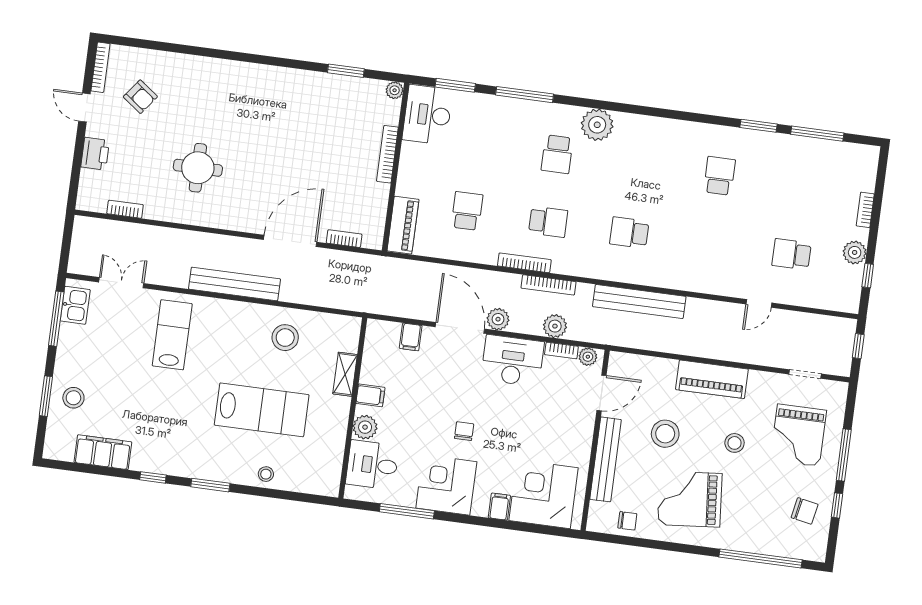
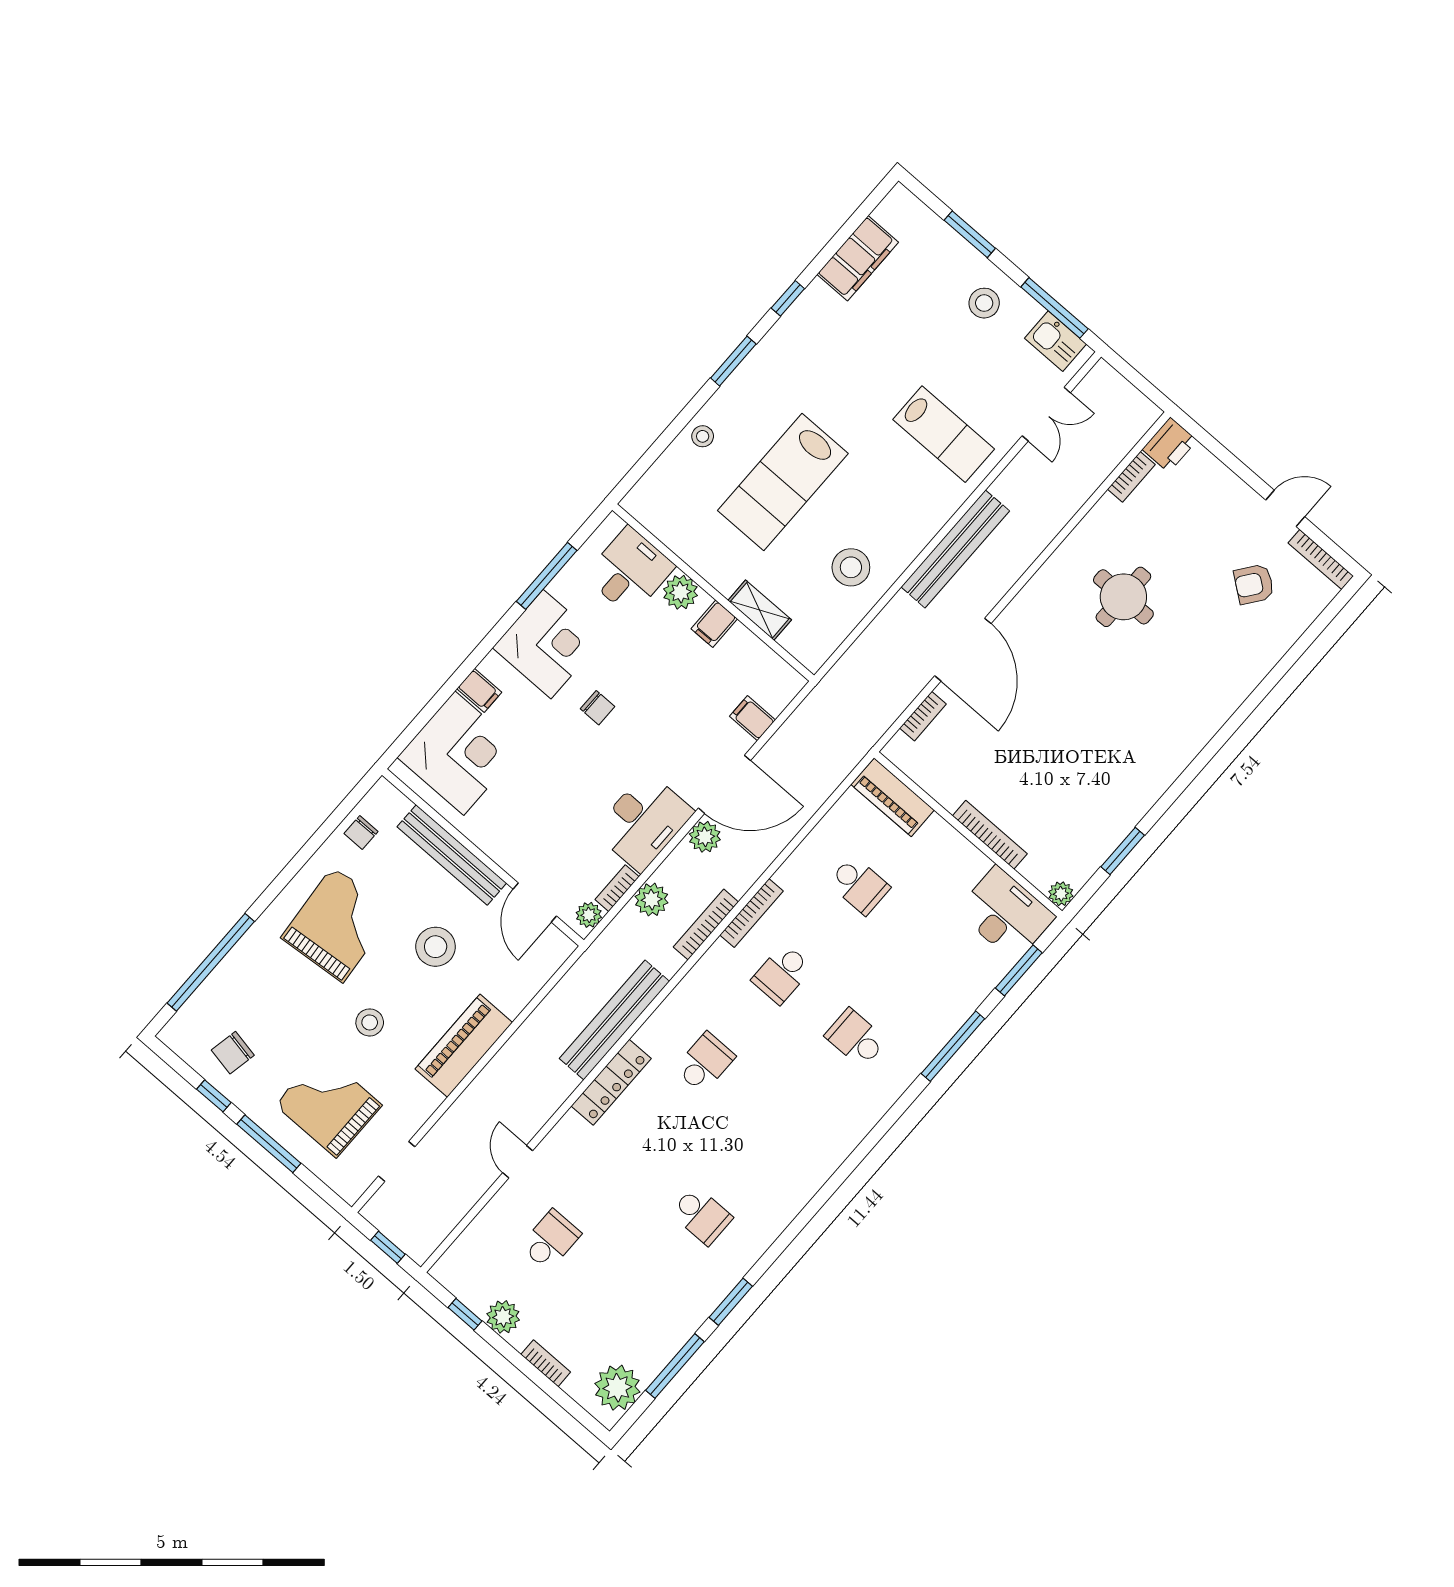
plant: (597, 125) -> (617, 1388), moved
printer: (95, 154) -> (1170, 445), moved, turned -90
locker: (677, 280) -> (611, 1082), added
stool: (73, 398) -> (984, 303), moved

